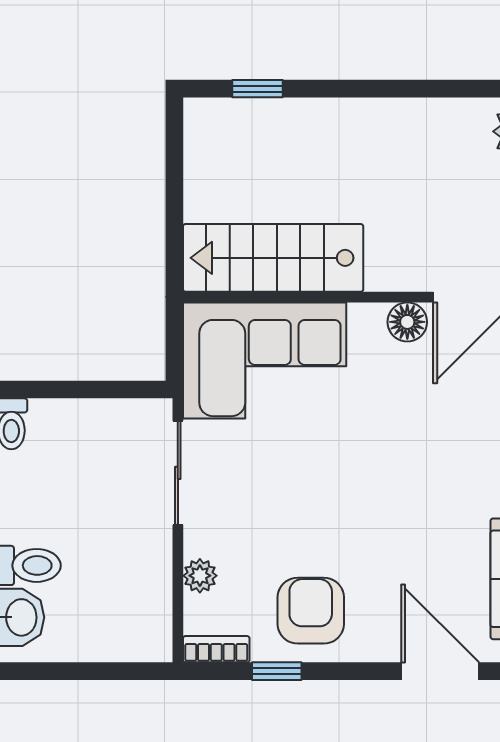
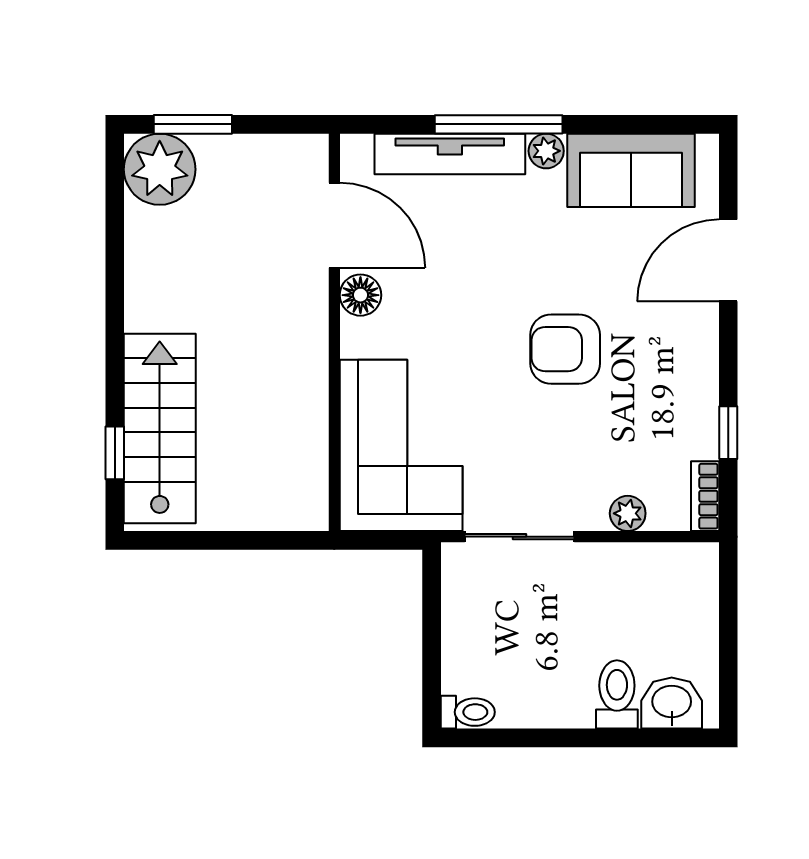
stairs: (273, 258) -> (160, 429), moved, turned 180
armchair: (311, 611) -> (565, 349), moved

